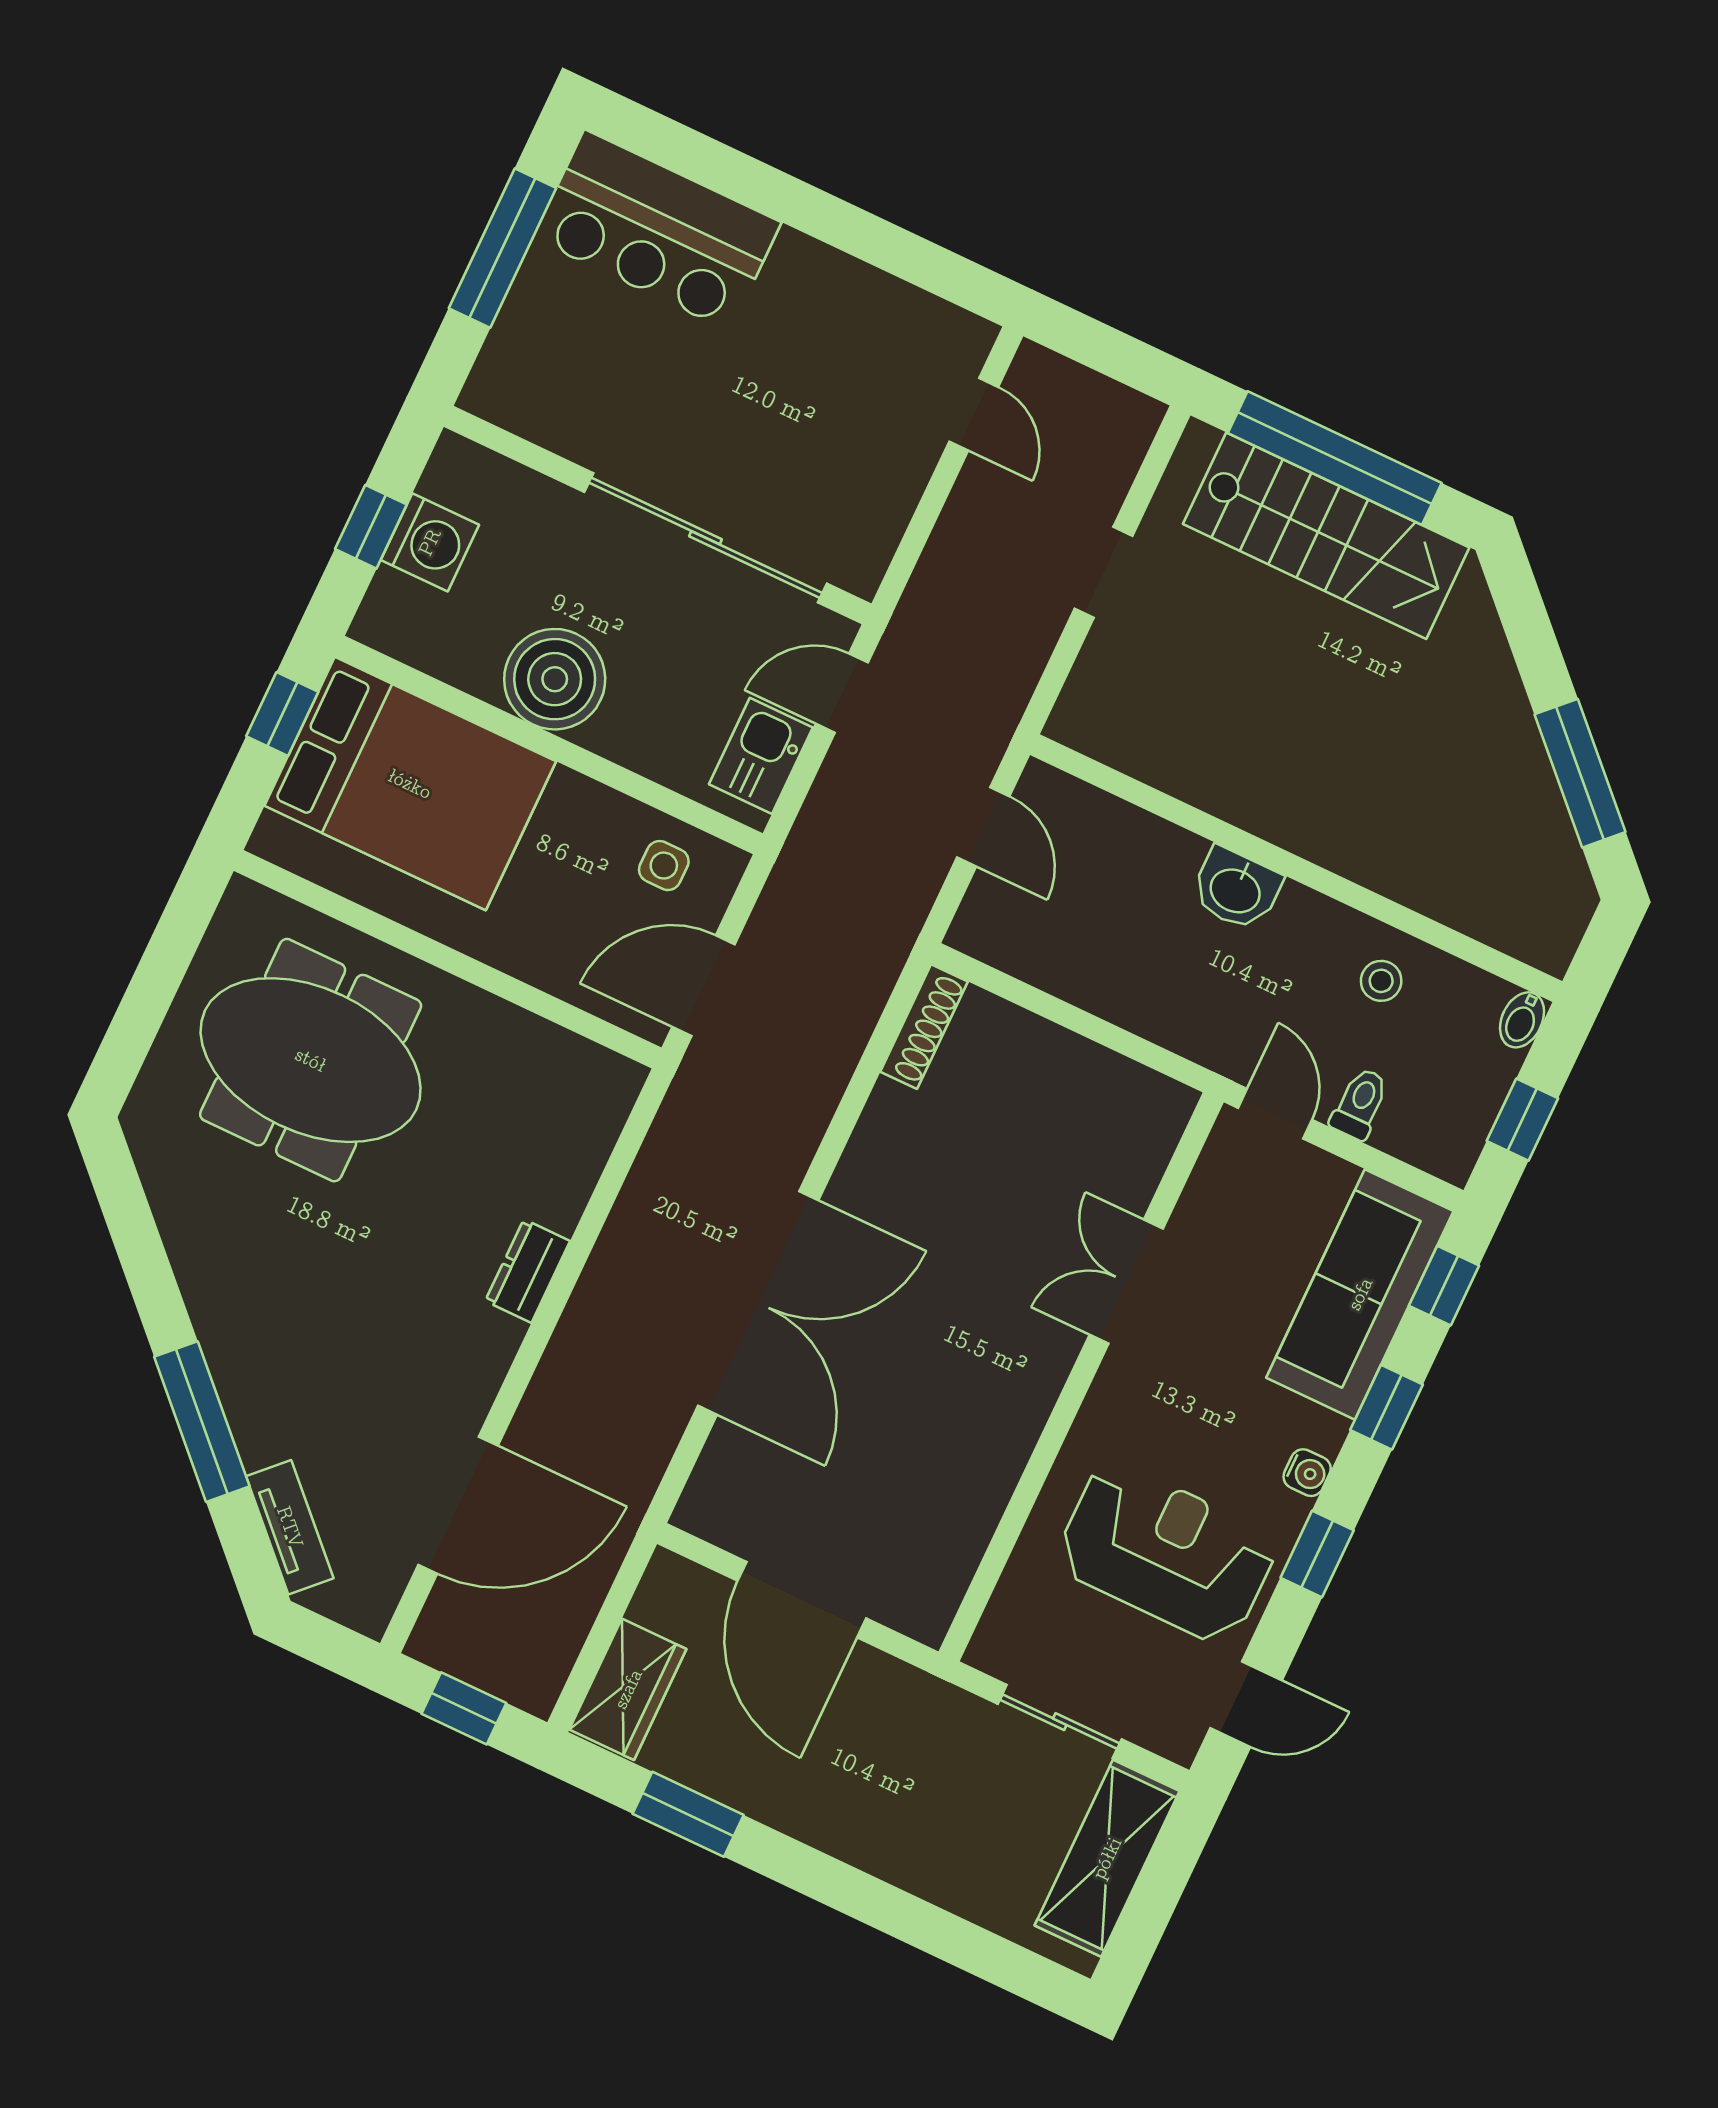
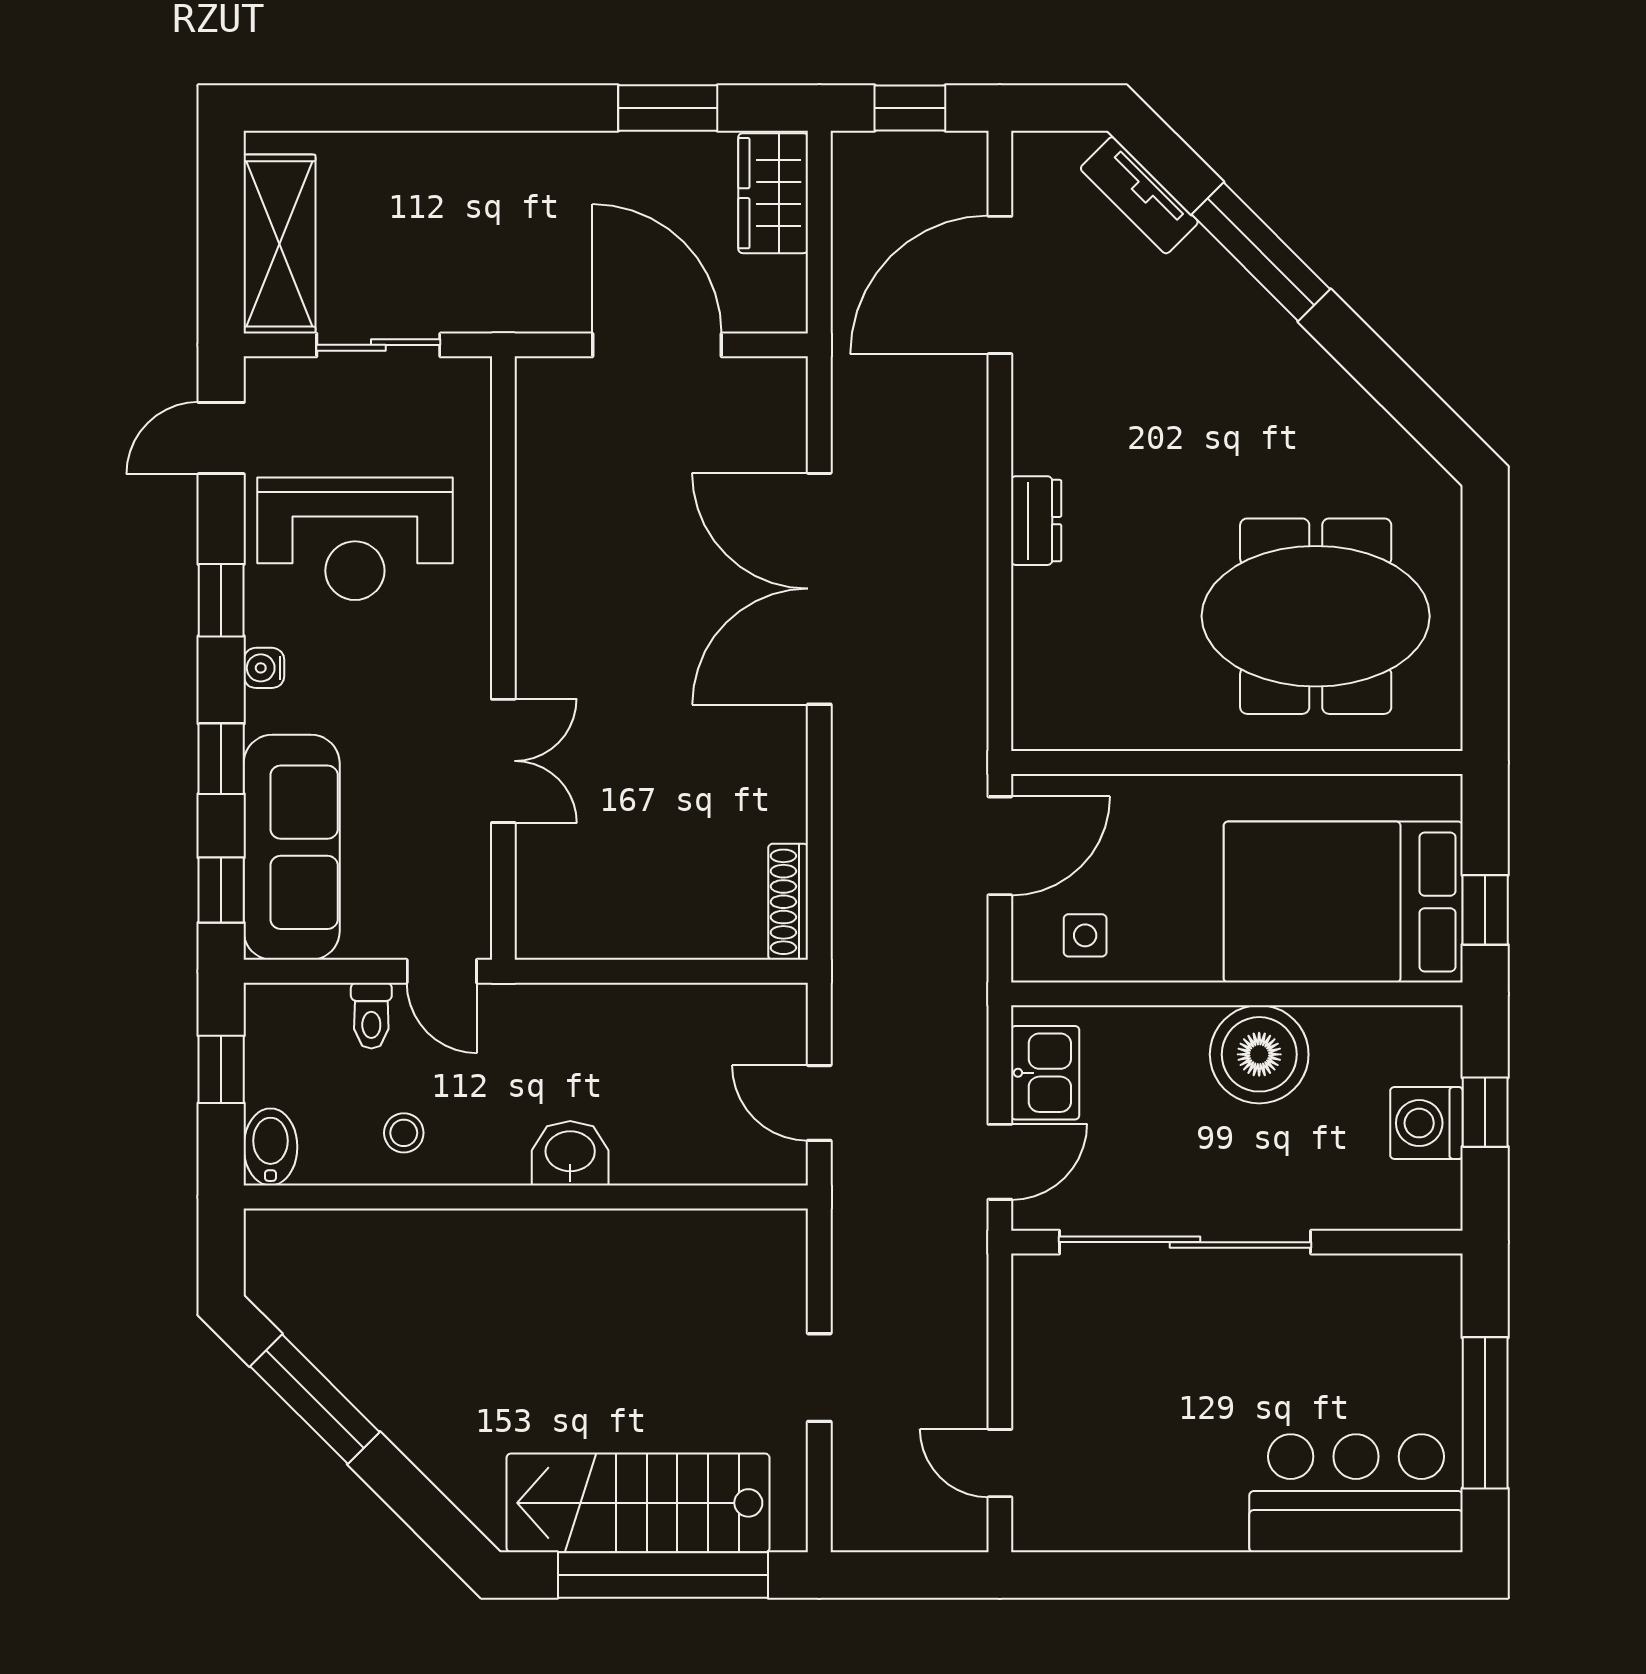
bidet: (1522, 1020) -> (270, 1147), width x1.38, depth x1.36

